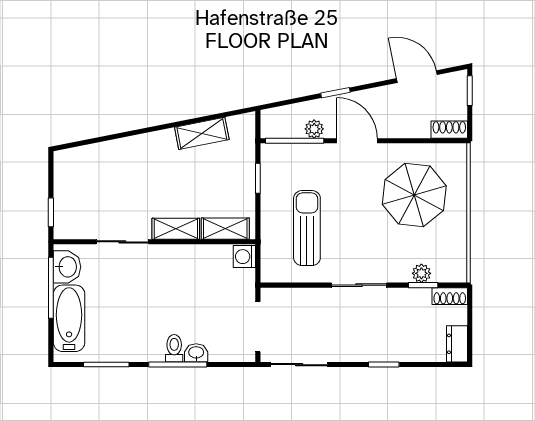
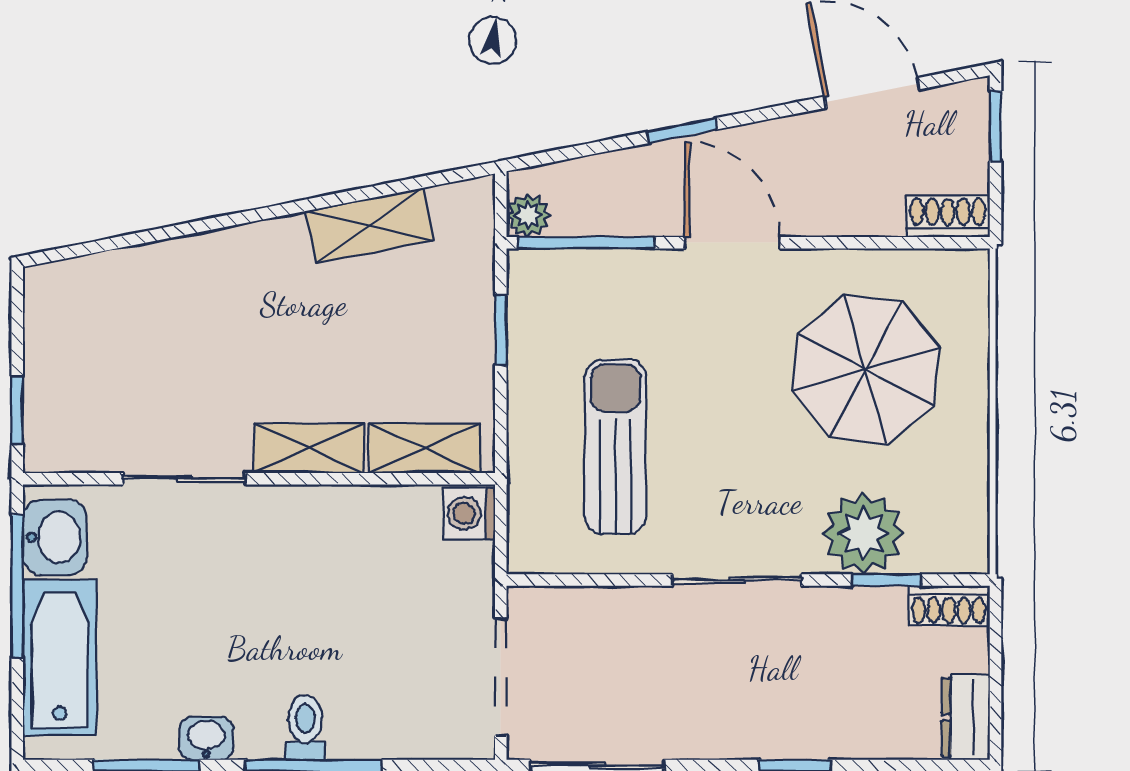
plant: (314, 129) -> (528, 215), moved
plant: (421, 273) -> (864, 533), width x1.88, depth x1.88
washbasin: (196, 353) -> (206, 738), moved

